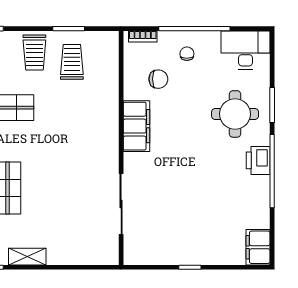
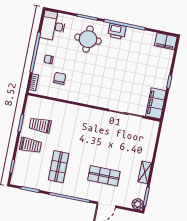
filing cabinet: (136, 126) -> (156, 103), moved, turned -90

